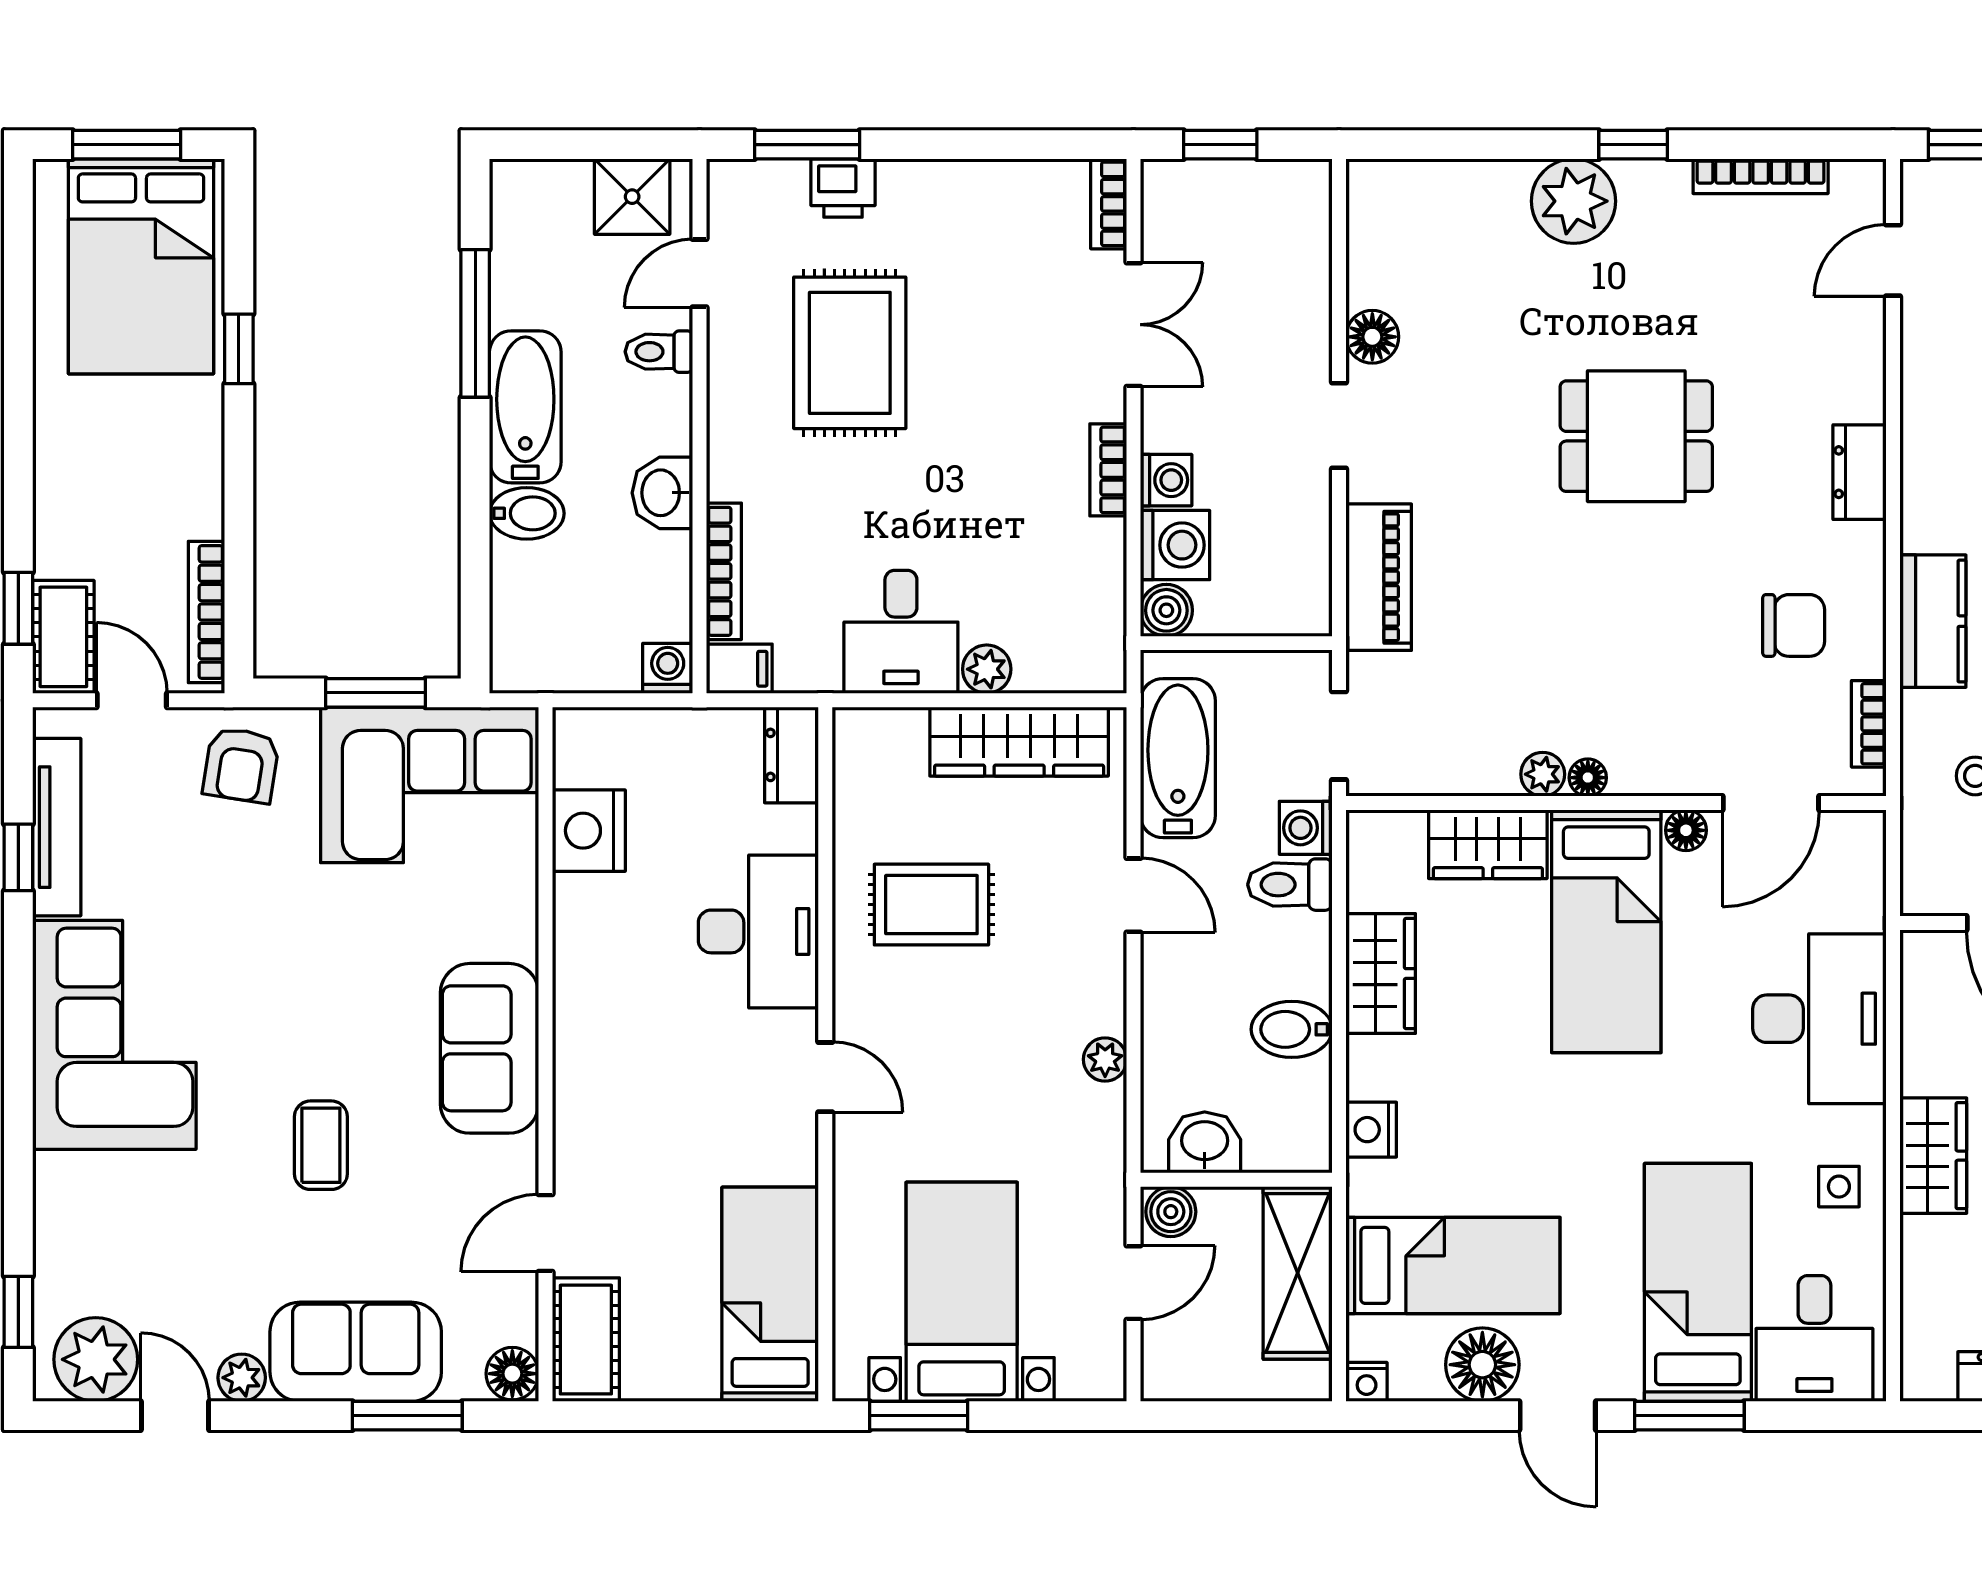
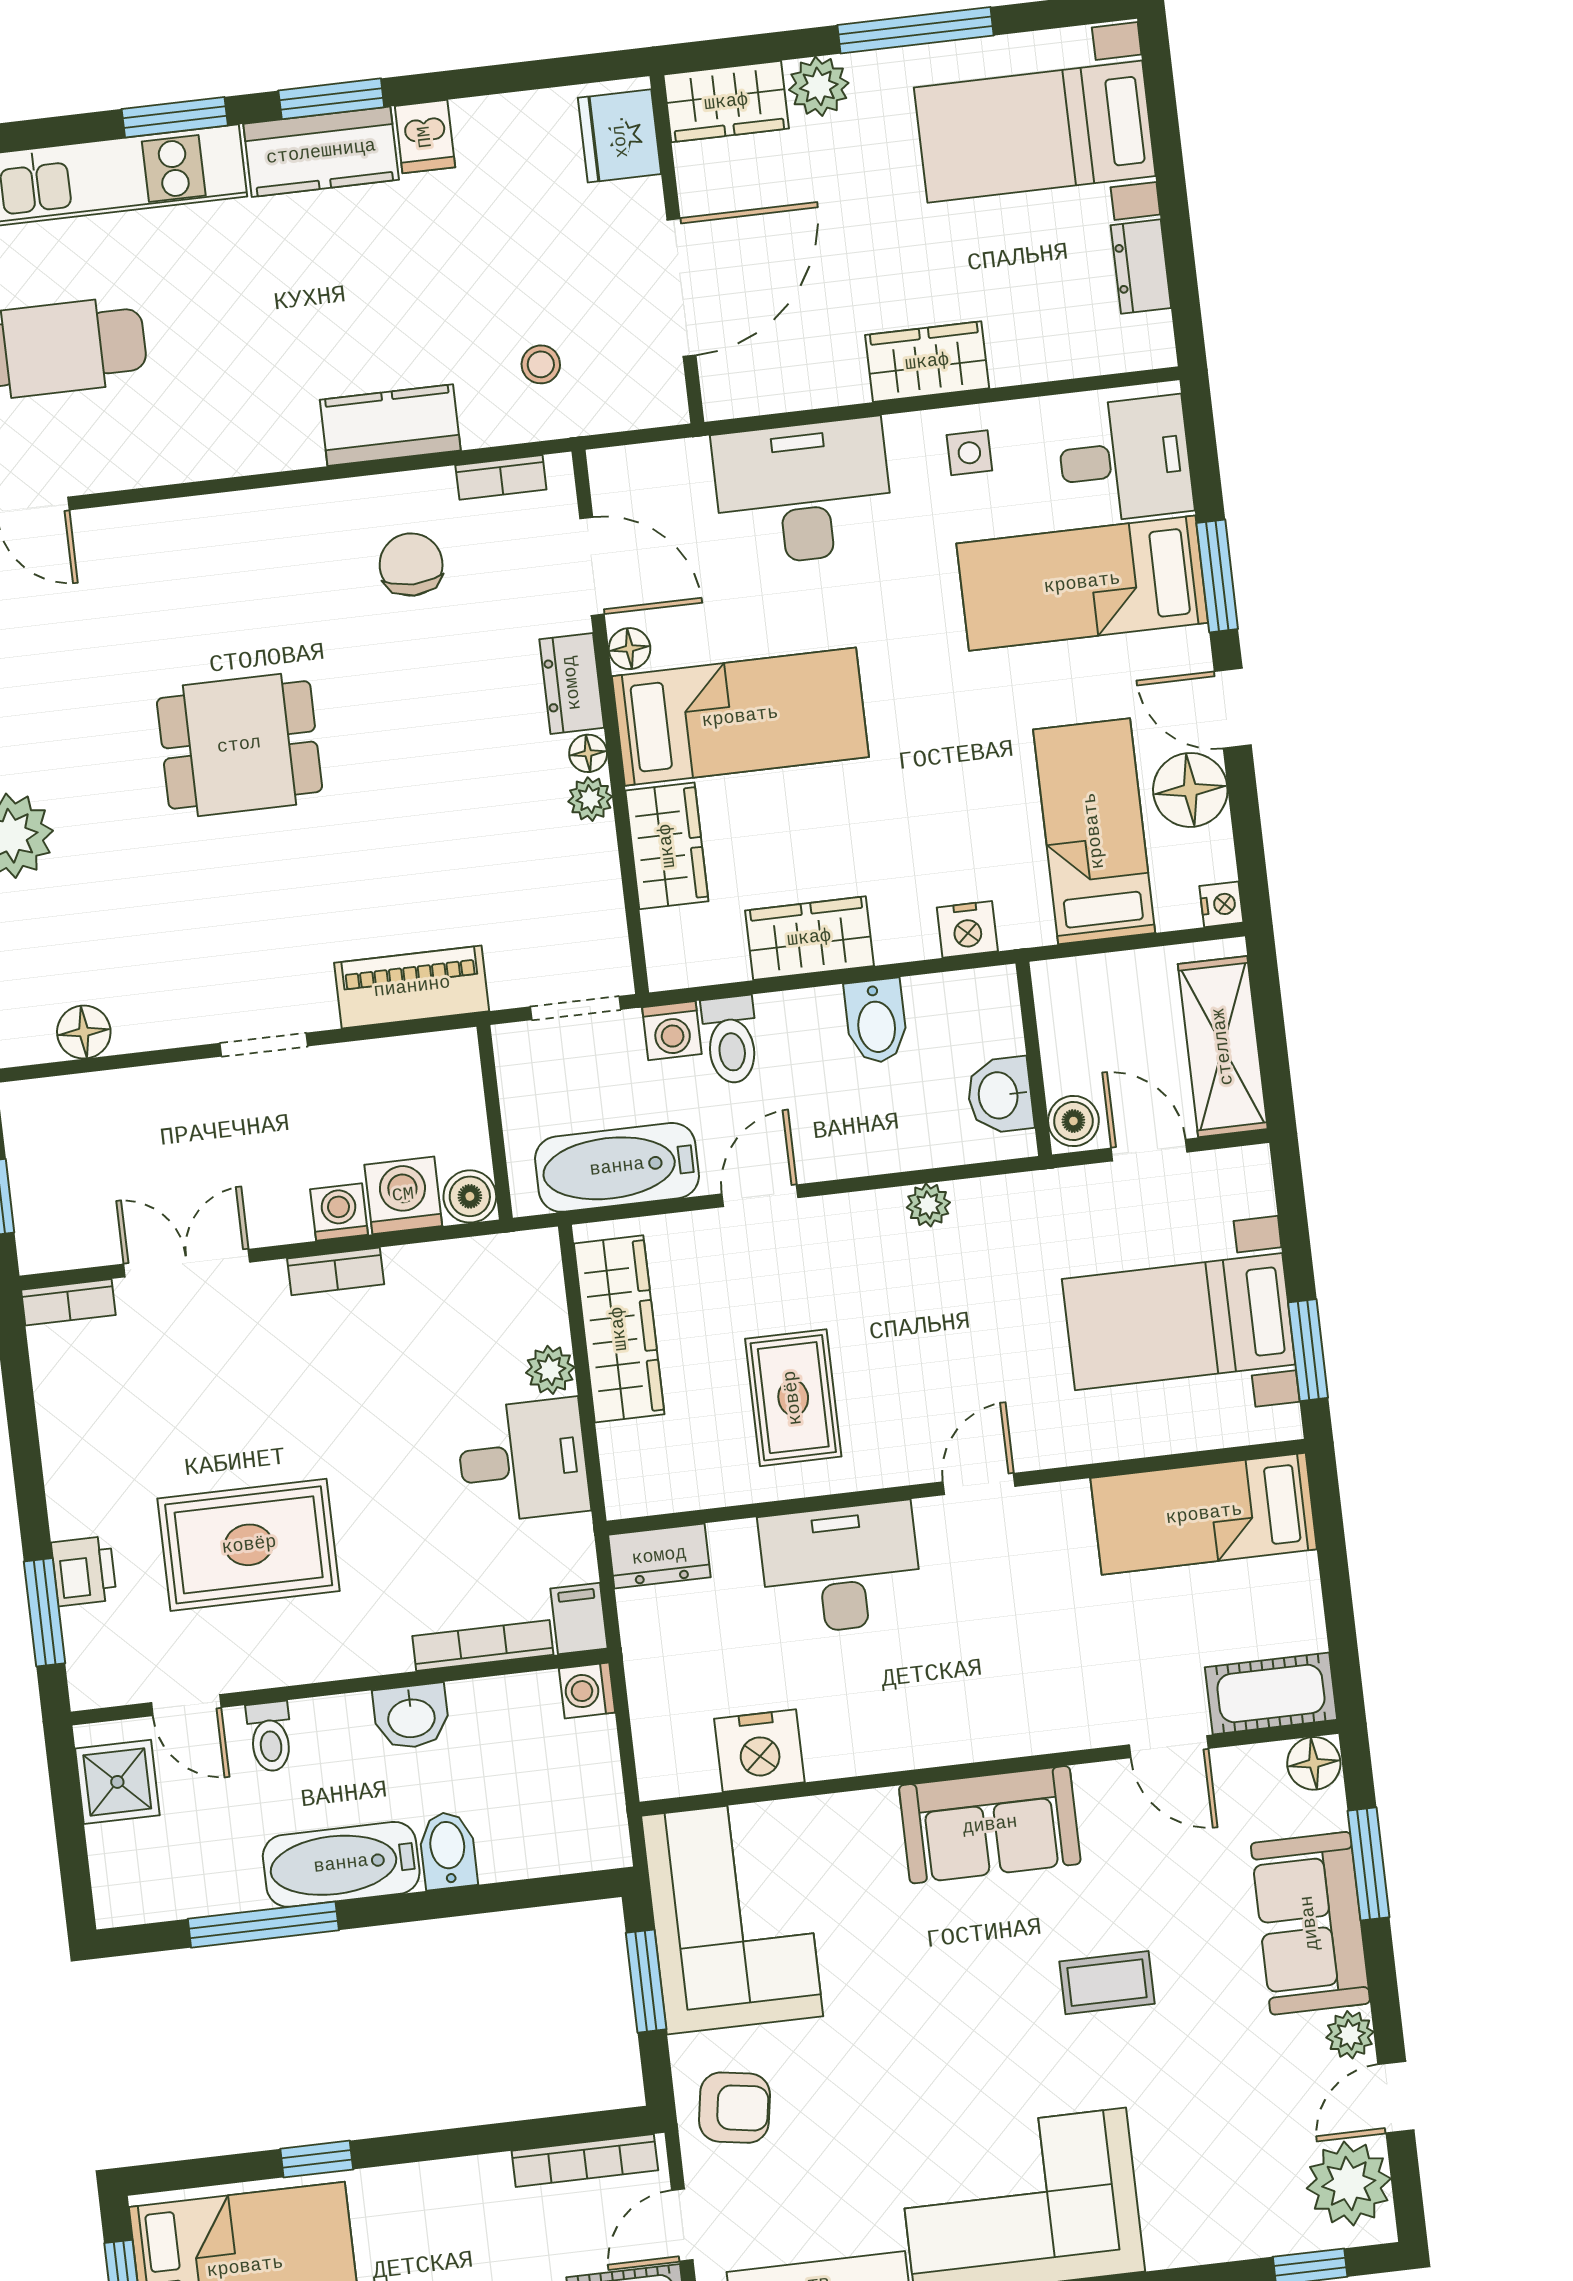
floor lamp: (1372, 337) -> (84, 1032), moved
dining table: (1636, 436) -> (239, 745), turned 90
dresser: (1859, 472) -> (572, 683), moved, turned 90
shelving: (1298, 1273) -> (1223, 1047), moved, turned 90
door: (1558, 1416) -> (1233, 708), swing flipped

